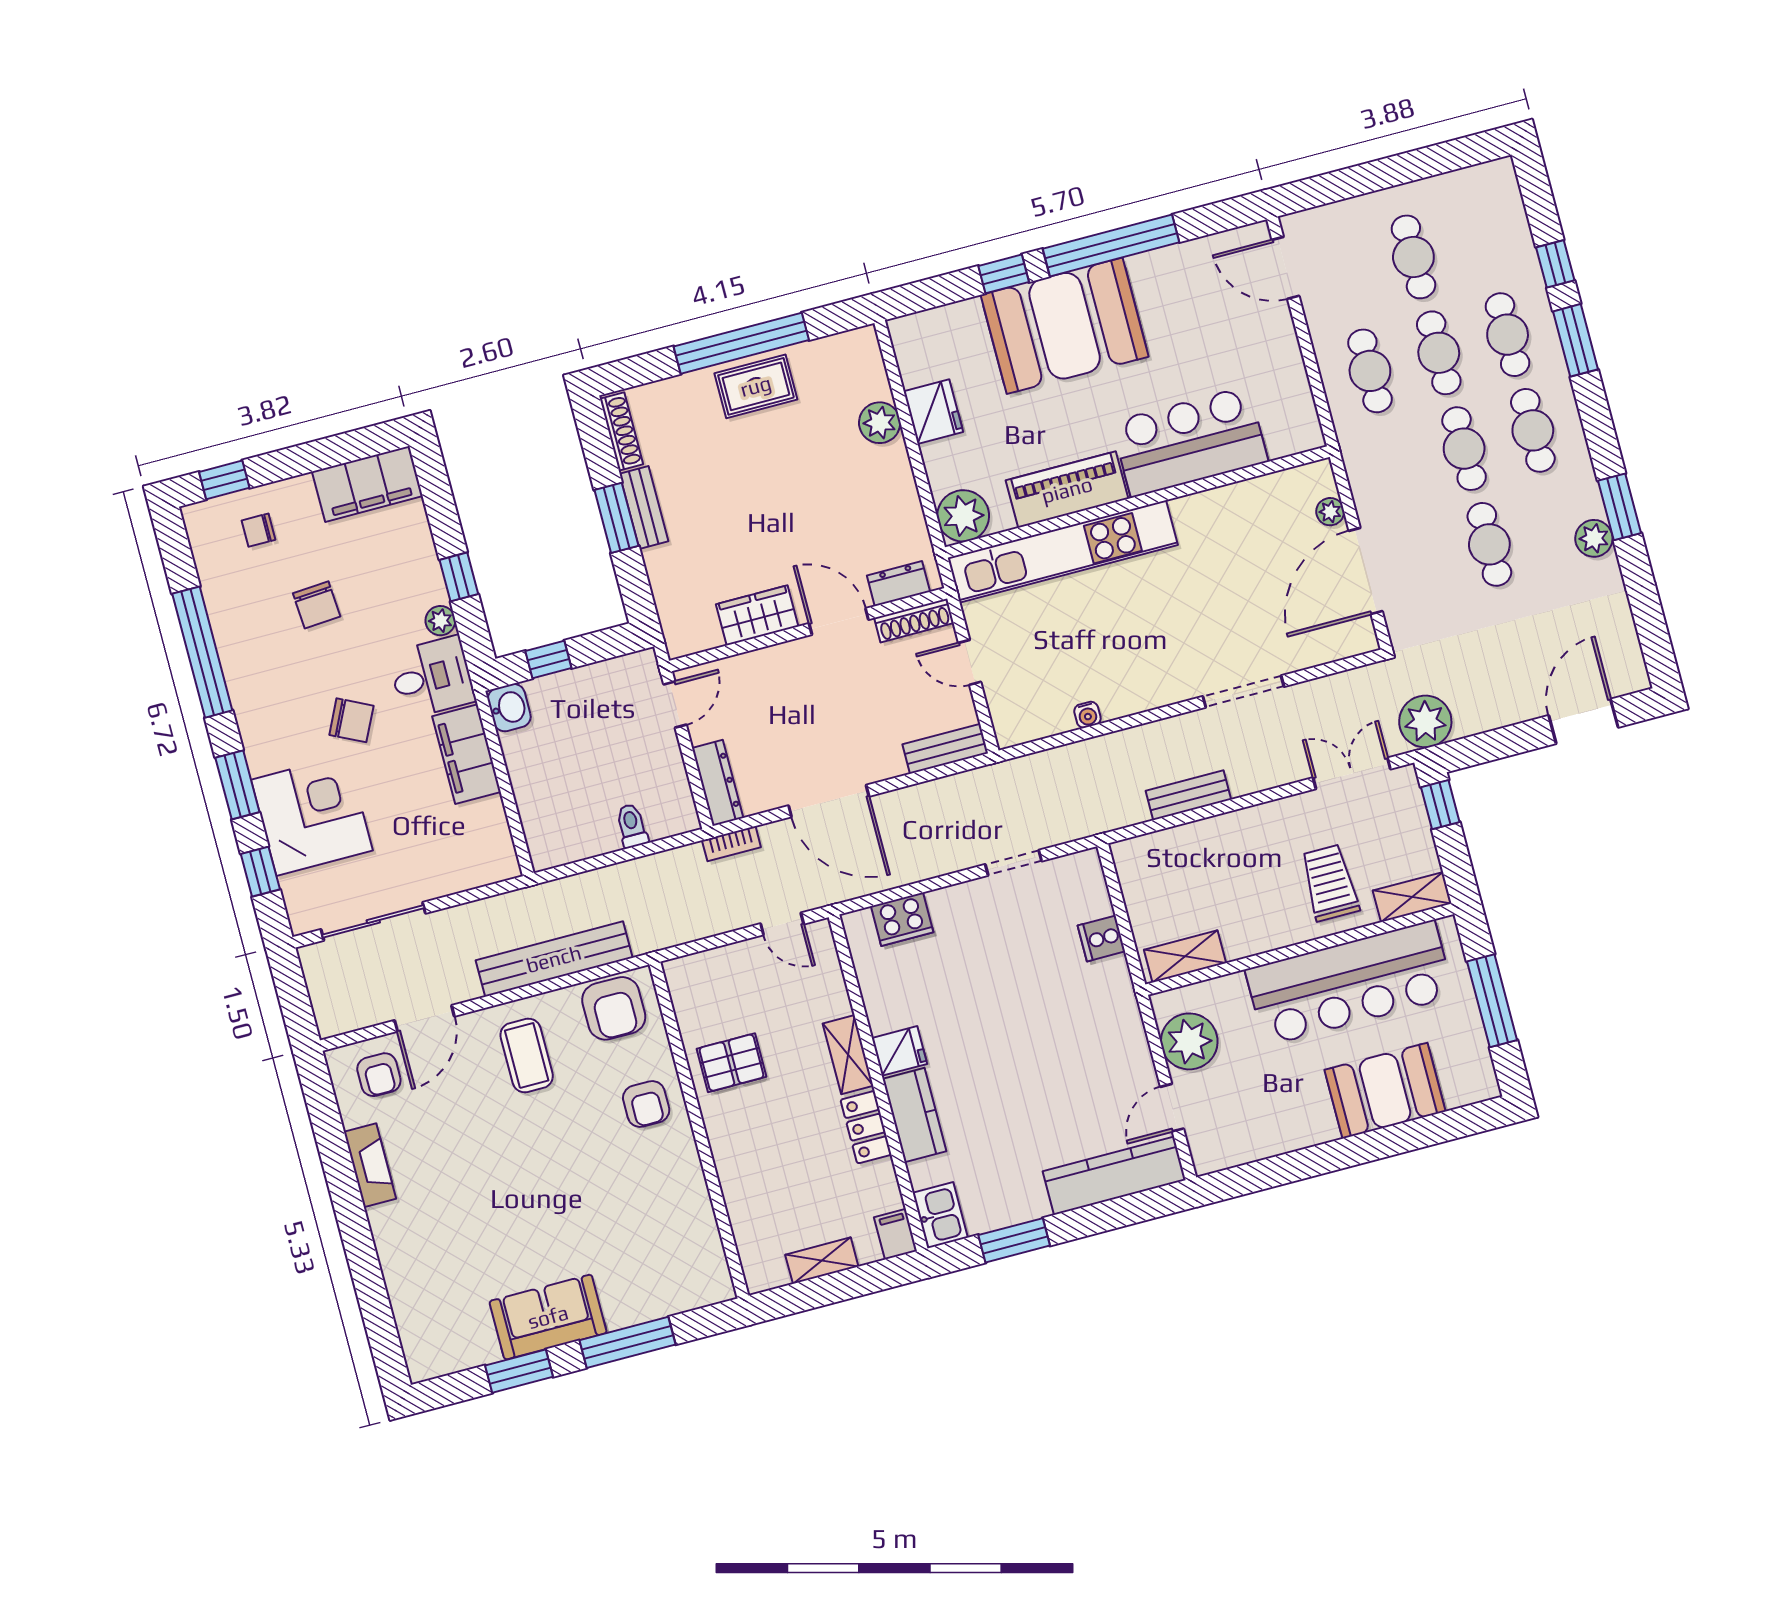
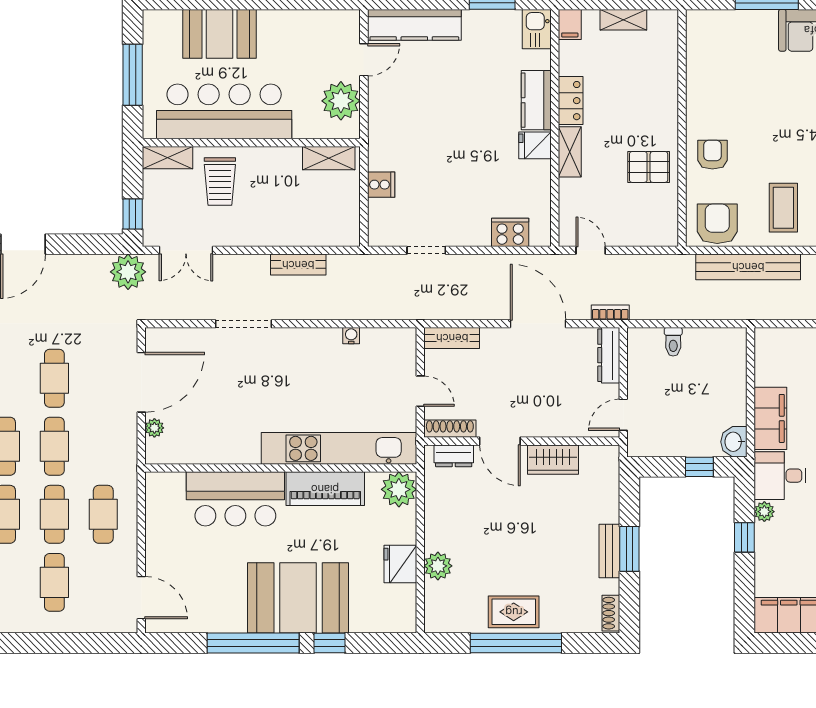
shoe rack: (621, 432) -> (611, 613), width x0.70

